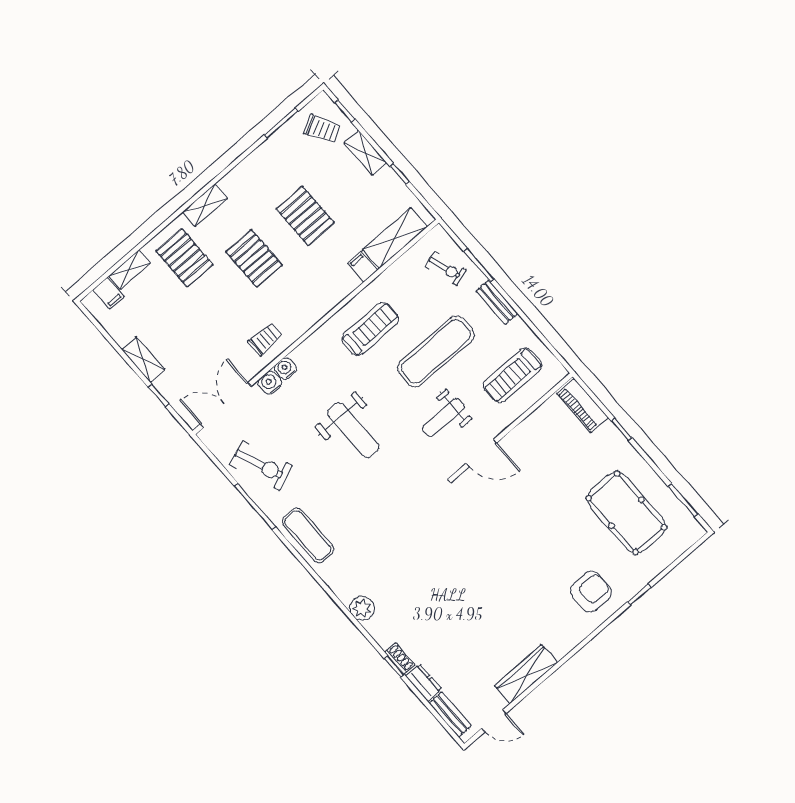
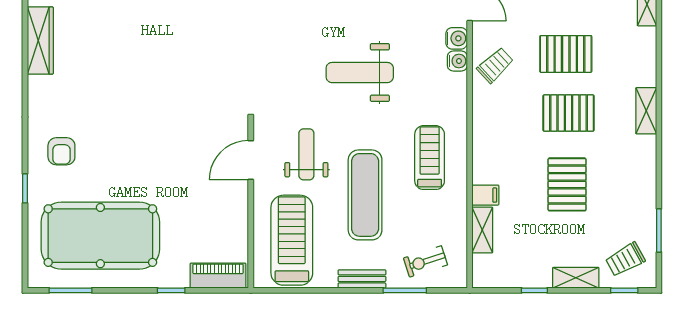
pallet: (305, 216) -> (567, 184), turned 90
shelving: (395, 238) -> (482, 230), width x0.67, depth x0.75
pallet: (184, 258) -> (566, 54), moved
treadmill: (370, 329) -> (430, 158), turned 180
trolley: (265, 339) -> (495, 65), turned -133
treadmill: (513, 375) -> (292, 240), width x1.37, depth x1.38
pool table: (626, 513) -> (100, 236), width x1.36, depth x1.32
armchair: (591, 592) -> (61, 151), width x0.72, depth x0.72

